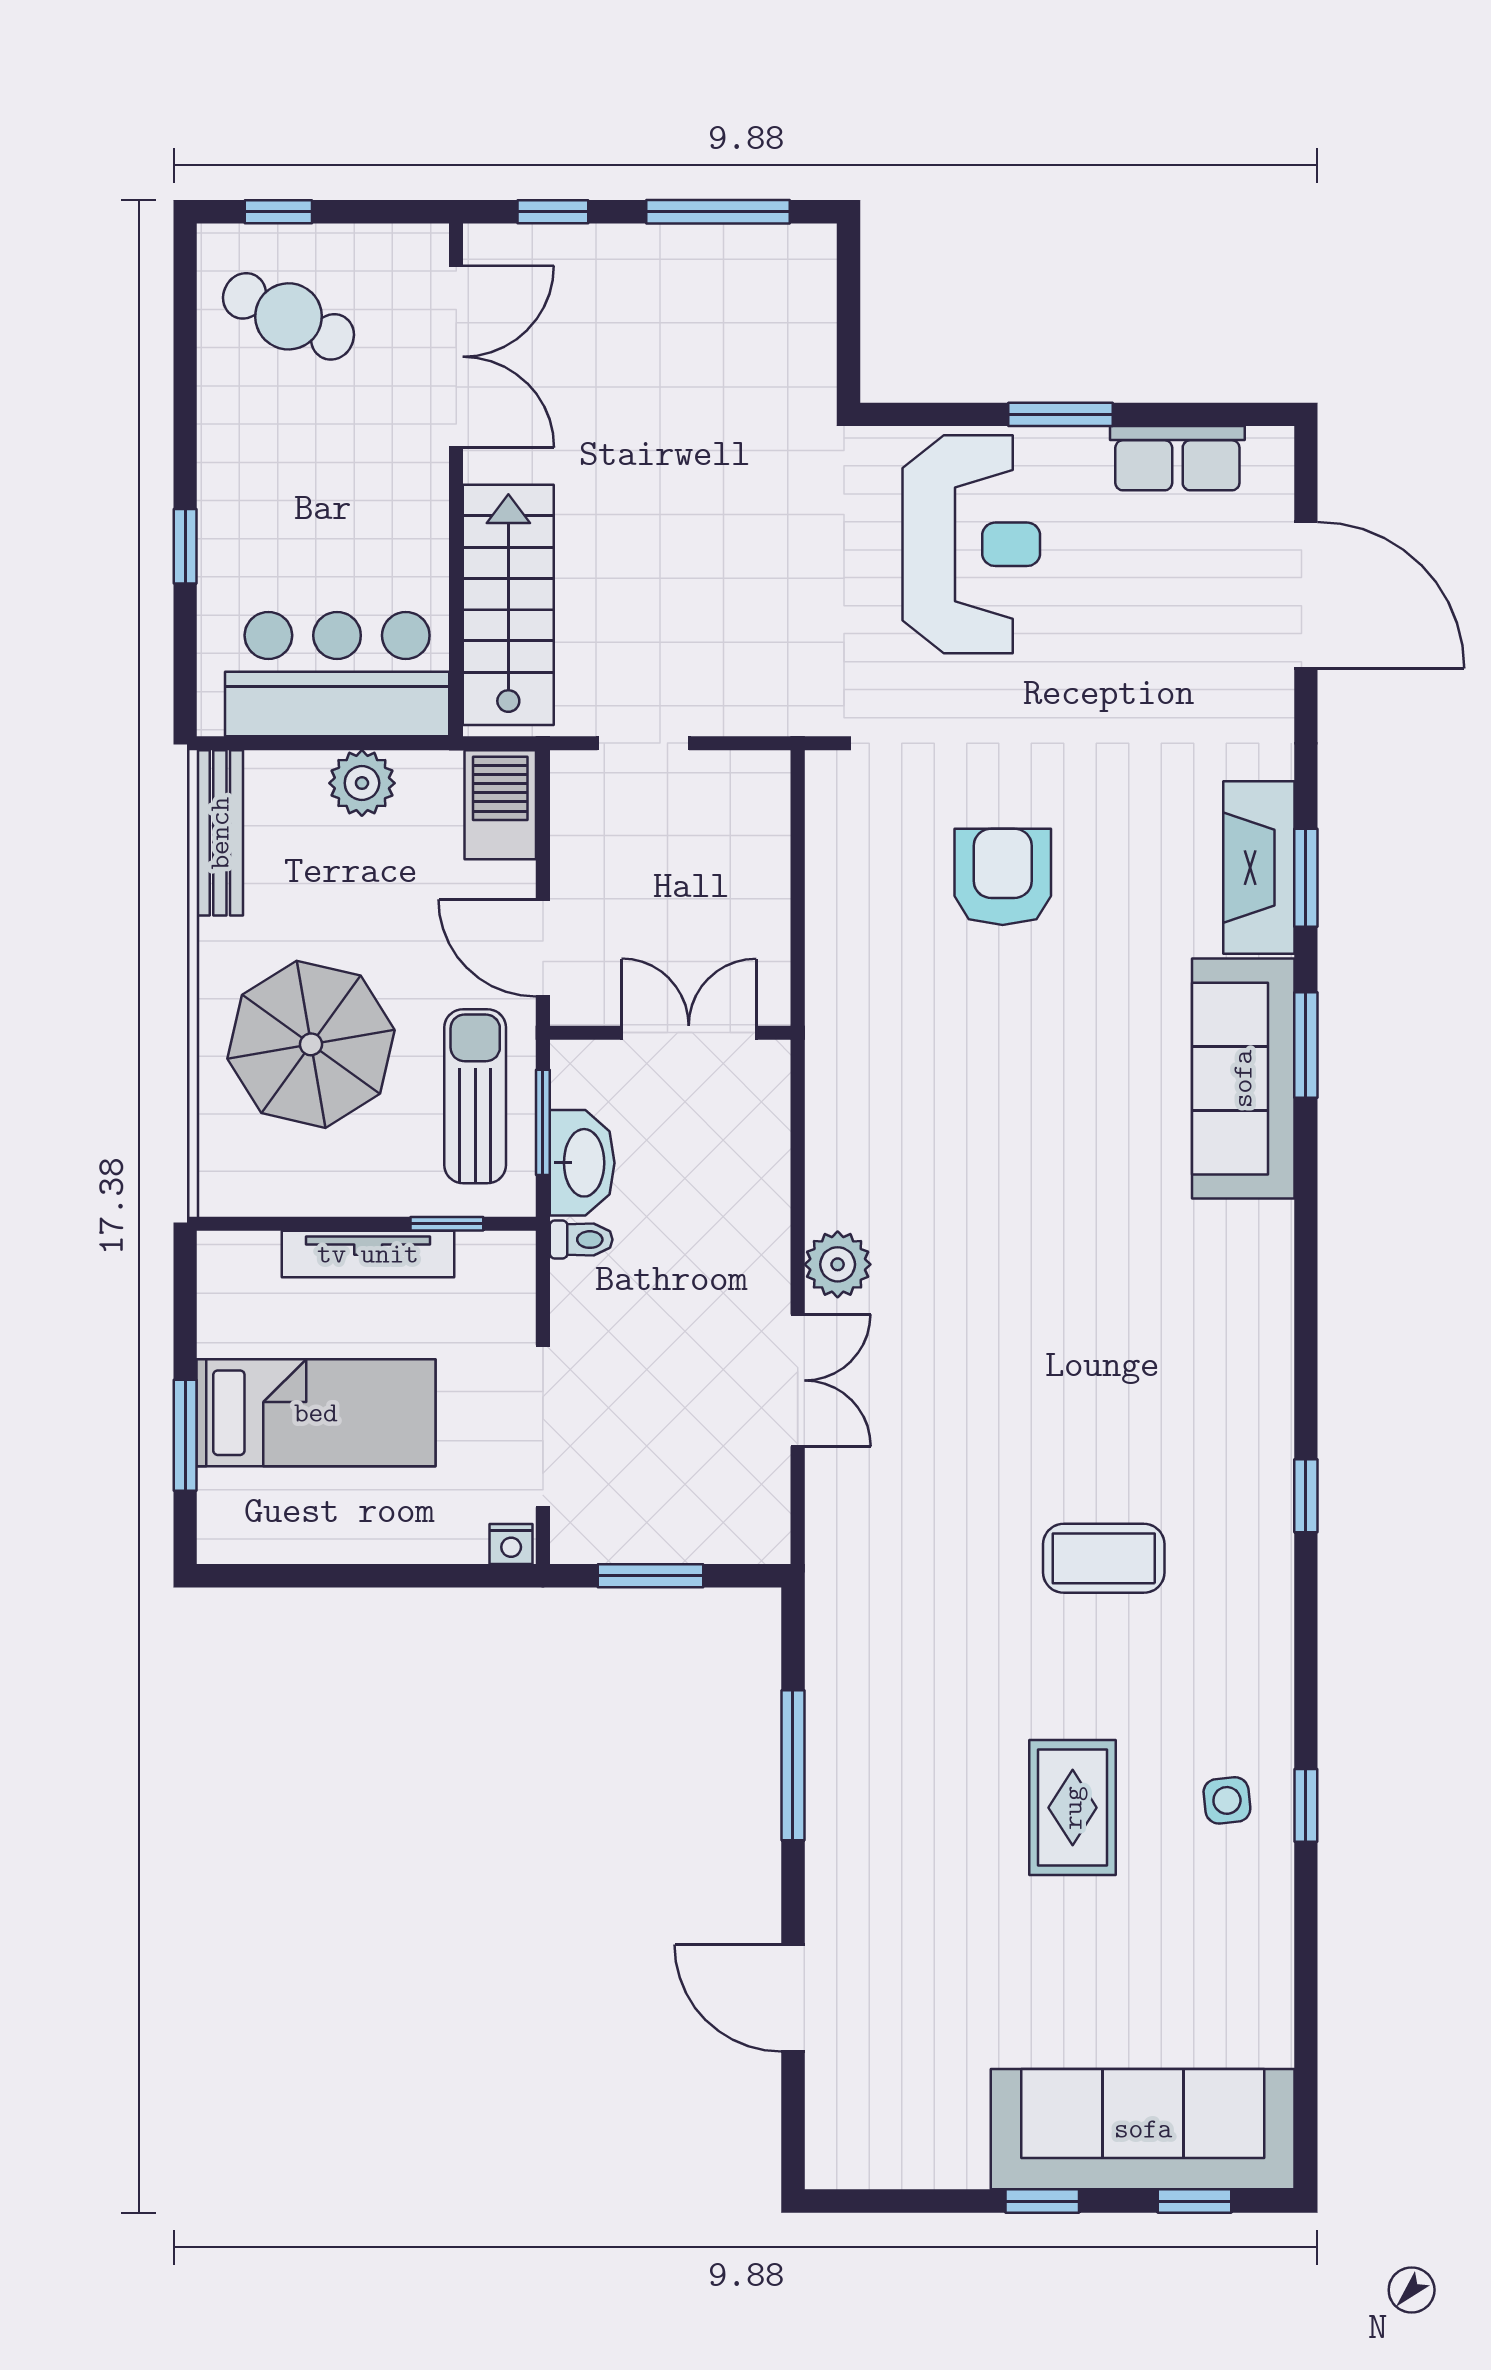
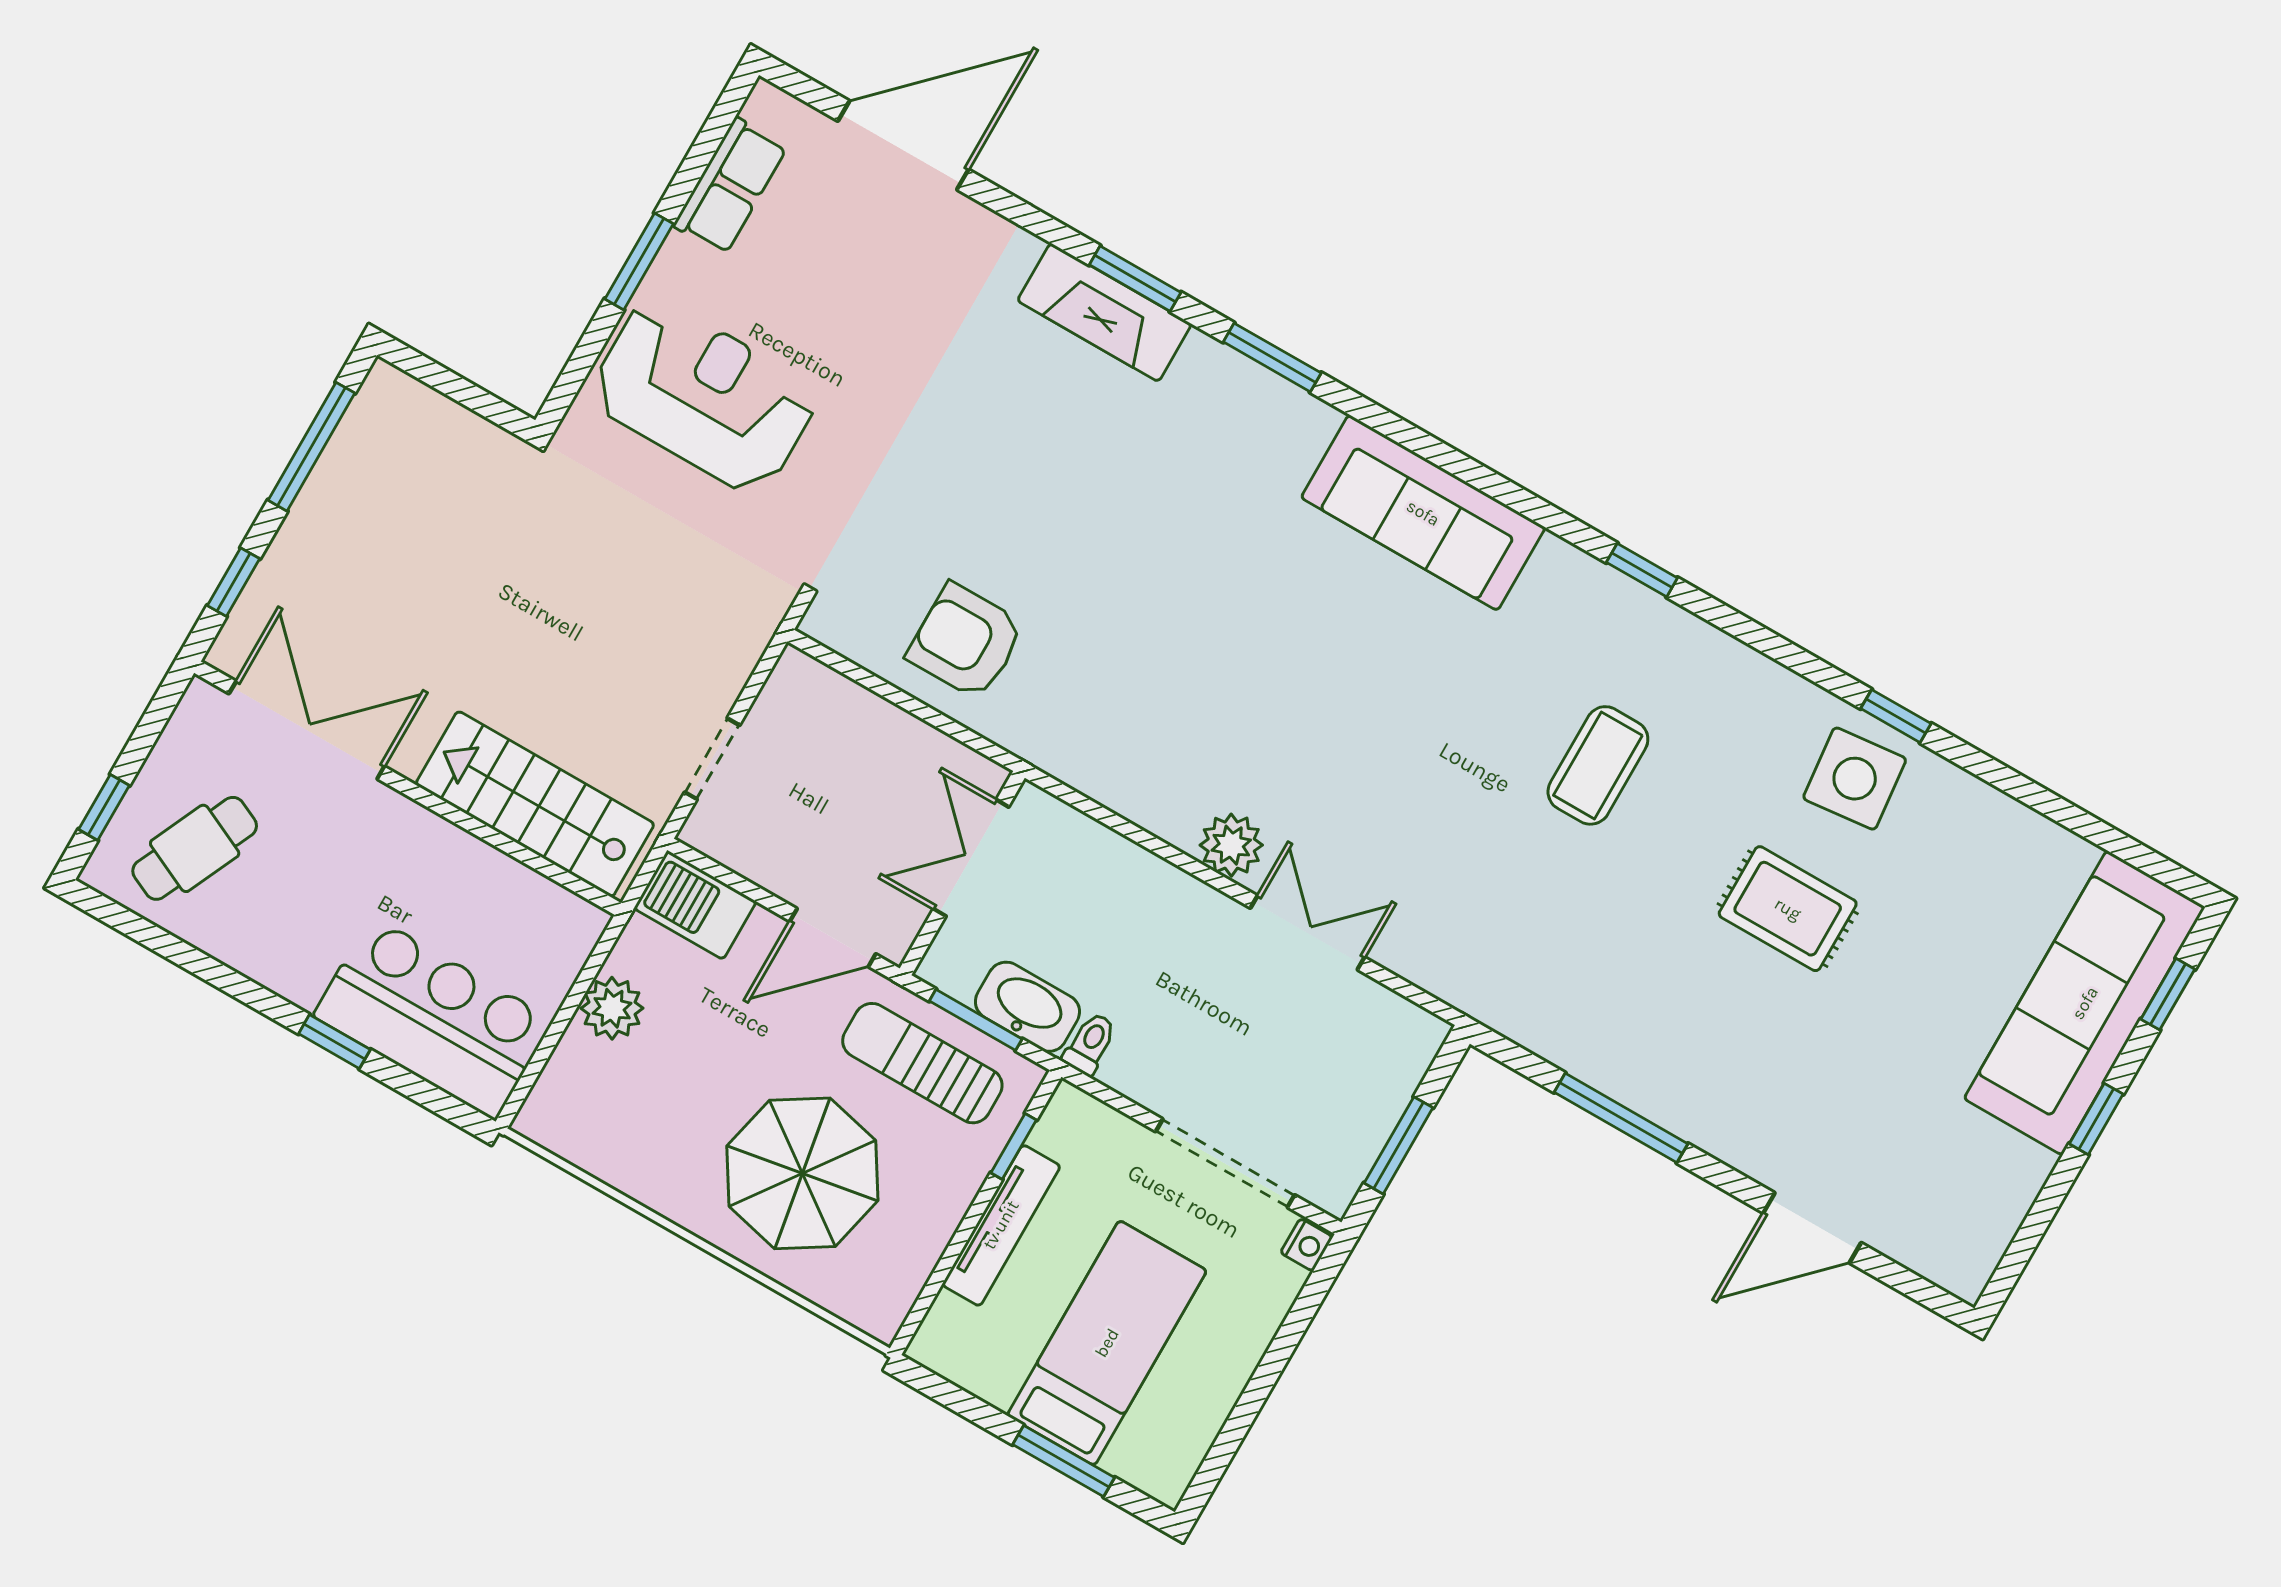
bar counter: (337, 674) -> (433, 1018), moved, turned 90
bench: (220, 833) -> (586, 1148), removed
armchair: (1003, 877) -> (966, 641), moved
sofa: (1243, 1079) -> (1423, 513), moved
side table: (1227, 1800) -> (1855, 779), width x1.87, depth x1.87

